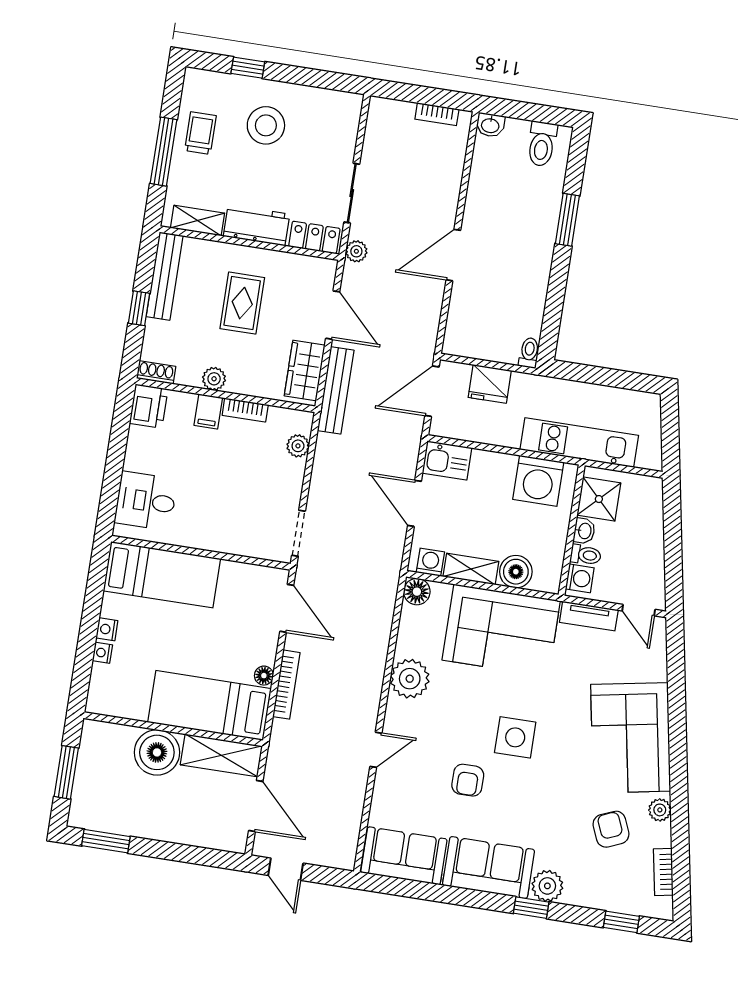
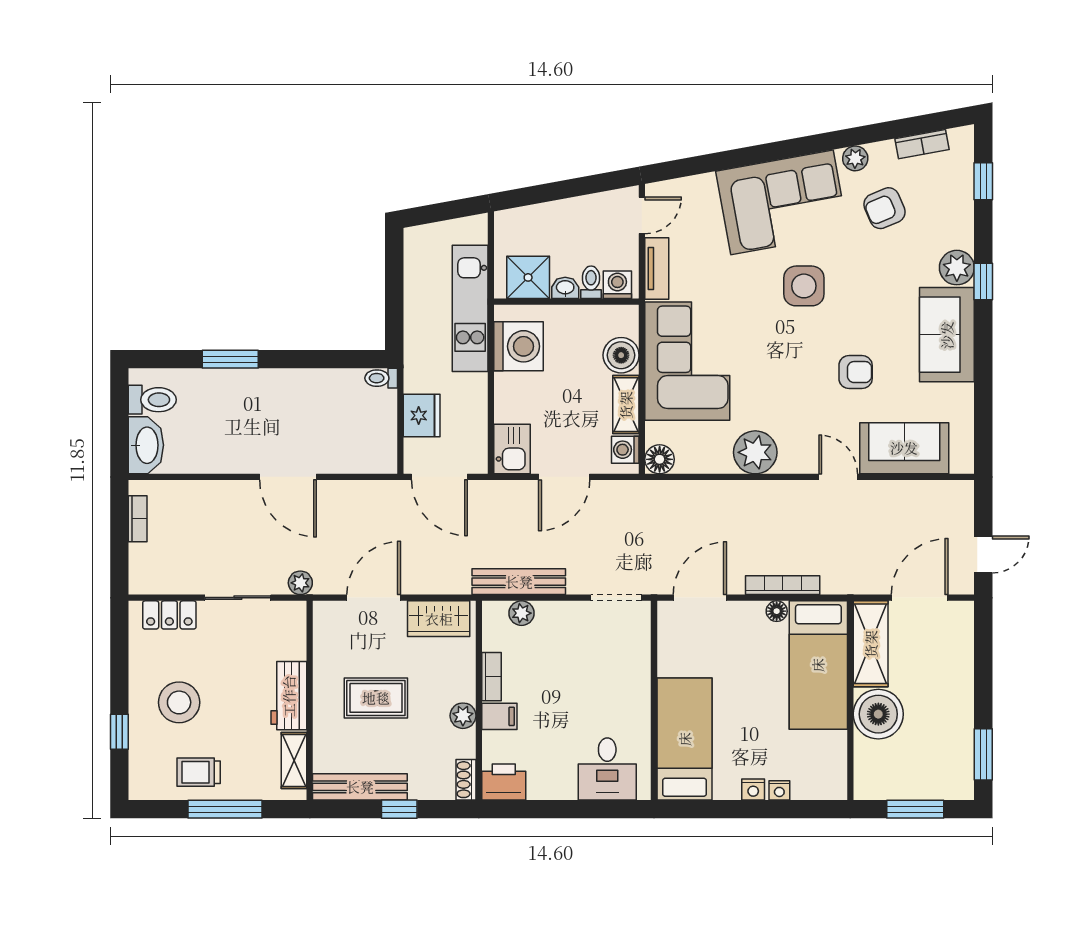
washbasin: (490, 125) -> (146, 445), width x1.91, depth x1.45
locker: (314, 237) -> (169, 615), moved, turned -90
bench: (336, 390) -> (519, 582), moved
side table: (515, 737) -> (804, 286), moved
sofa: (404, 856) -> (904, 448), moved, turned 90

